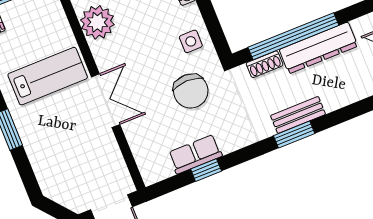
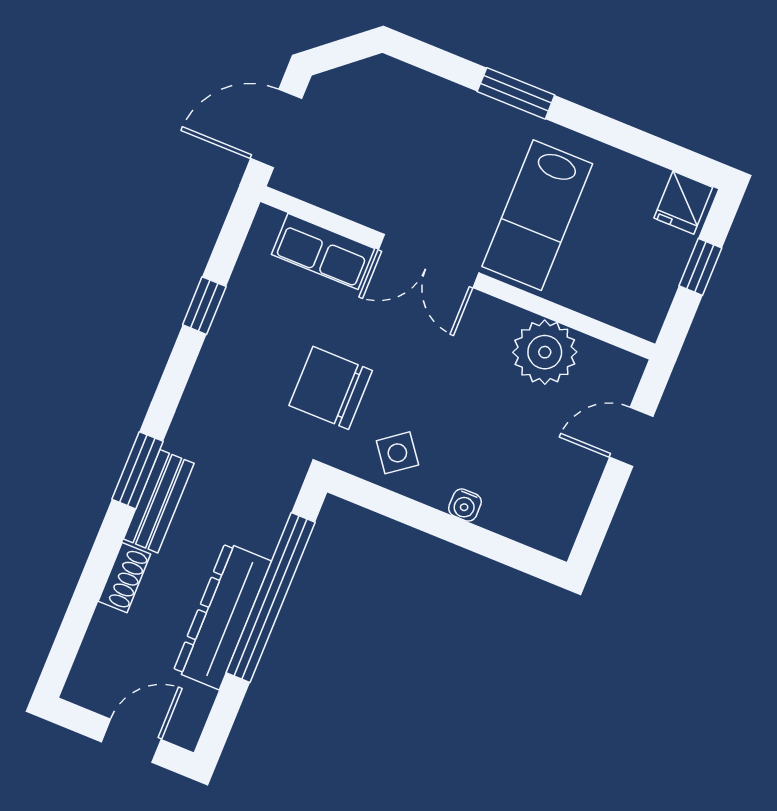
side table: (191, 41) -> (397, 453), turned -37
shoe rack: (265, 64) -> (124, 578), moved, turned 180
row of seats: (195, 154) -> (323, 251), moved, turned 90

